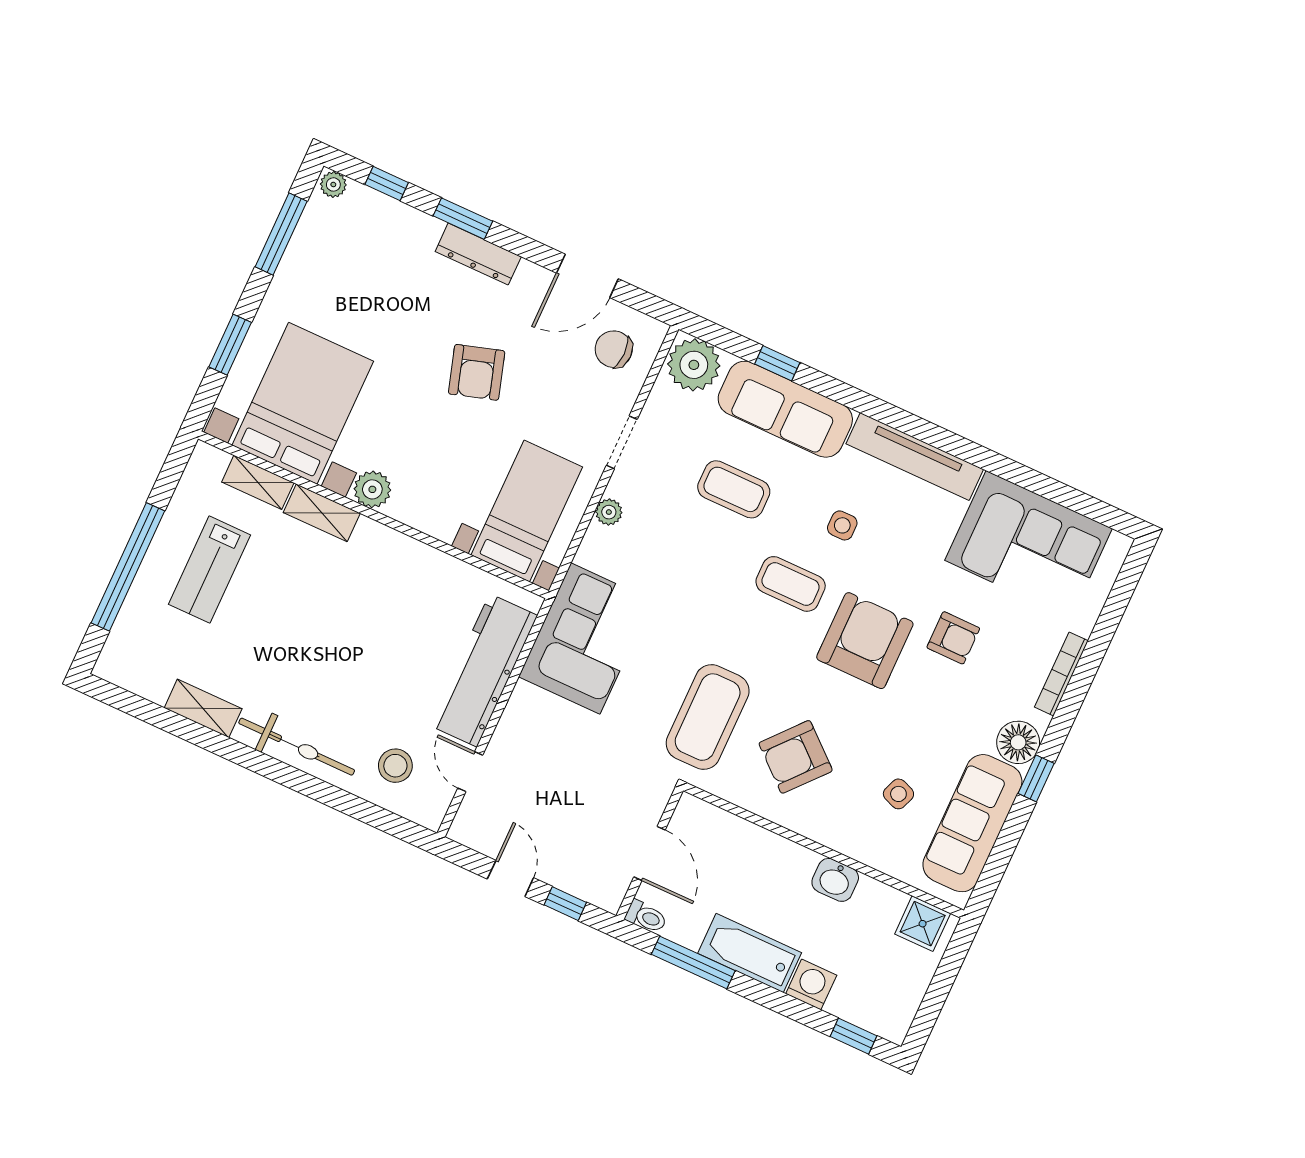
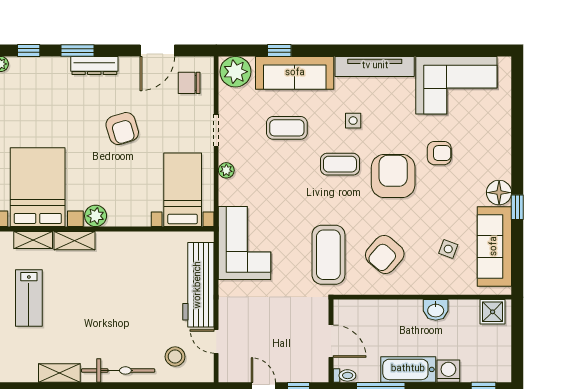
bookcase: (1061, 674) -> (505, 146), removed

